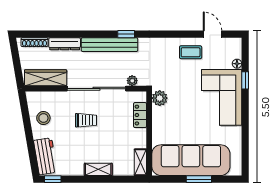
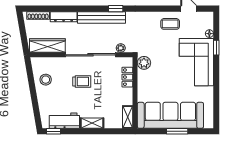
workbench: (45, 156) -> (64, 121), moved, turned -80

